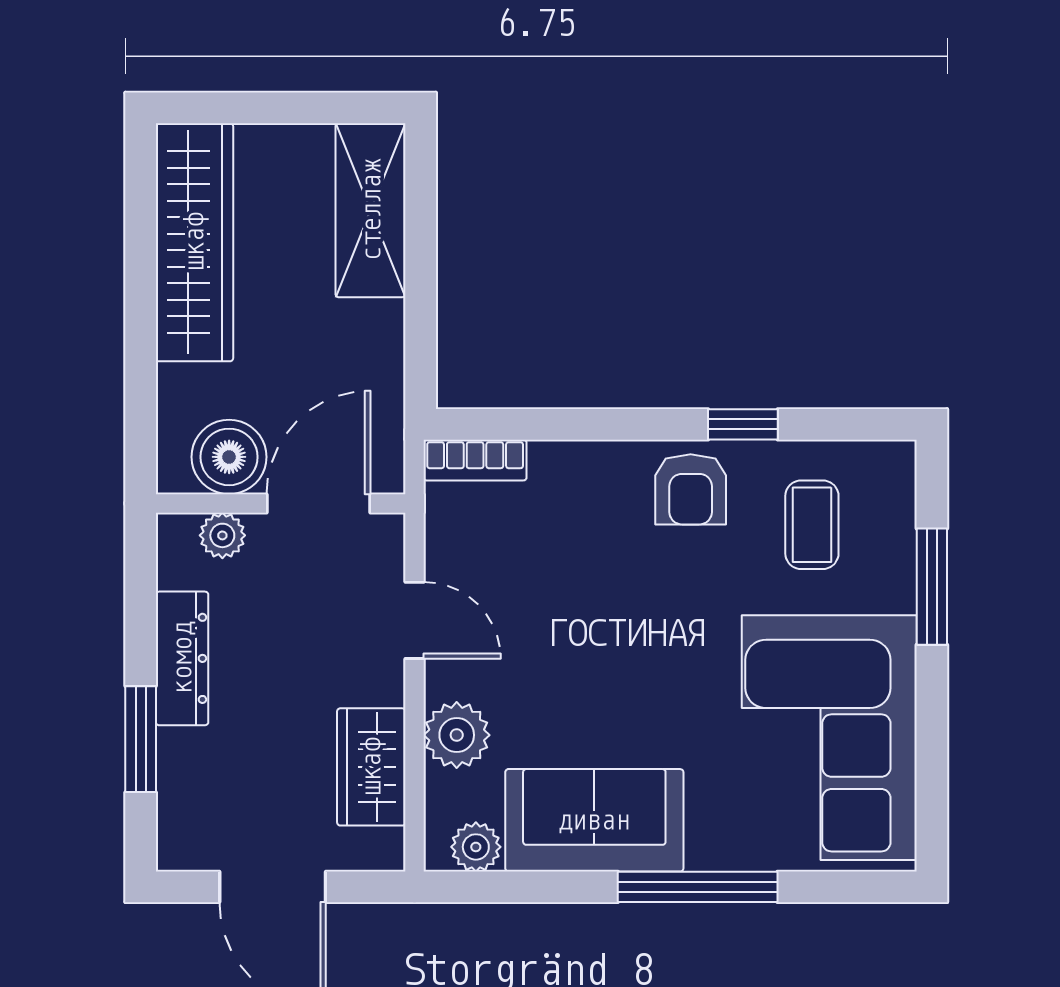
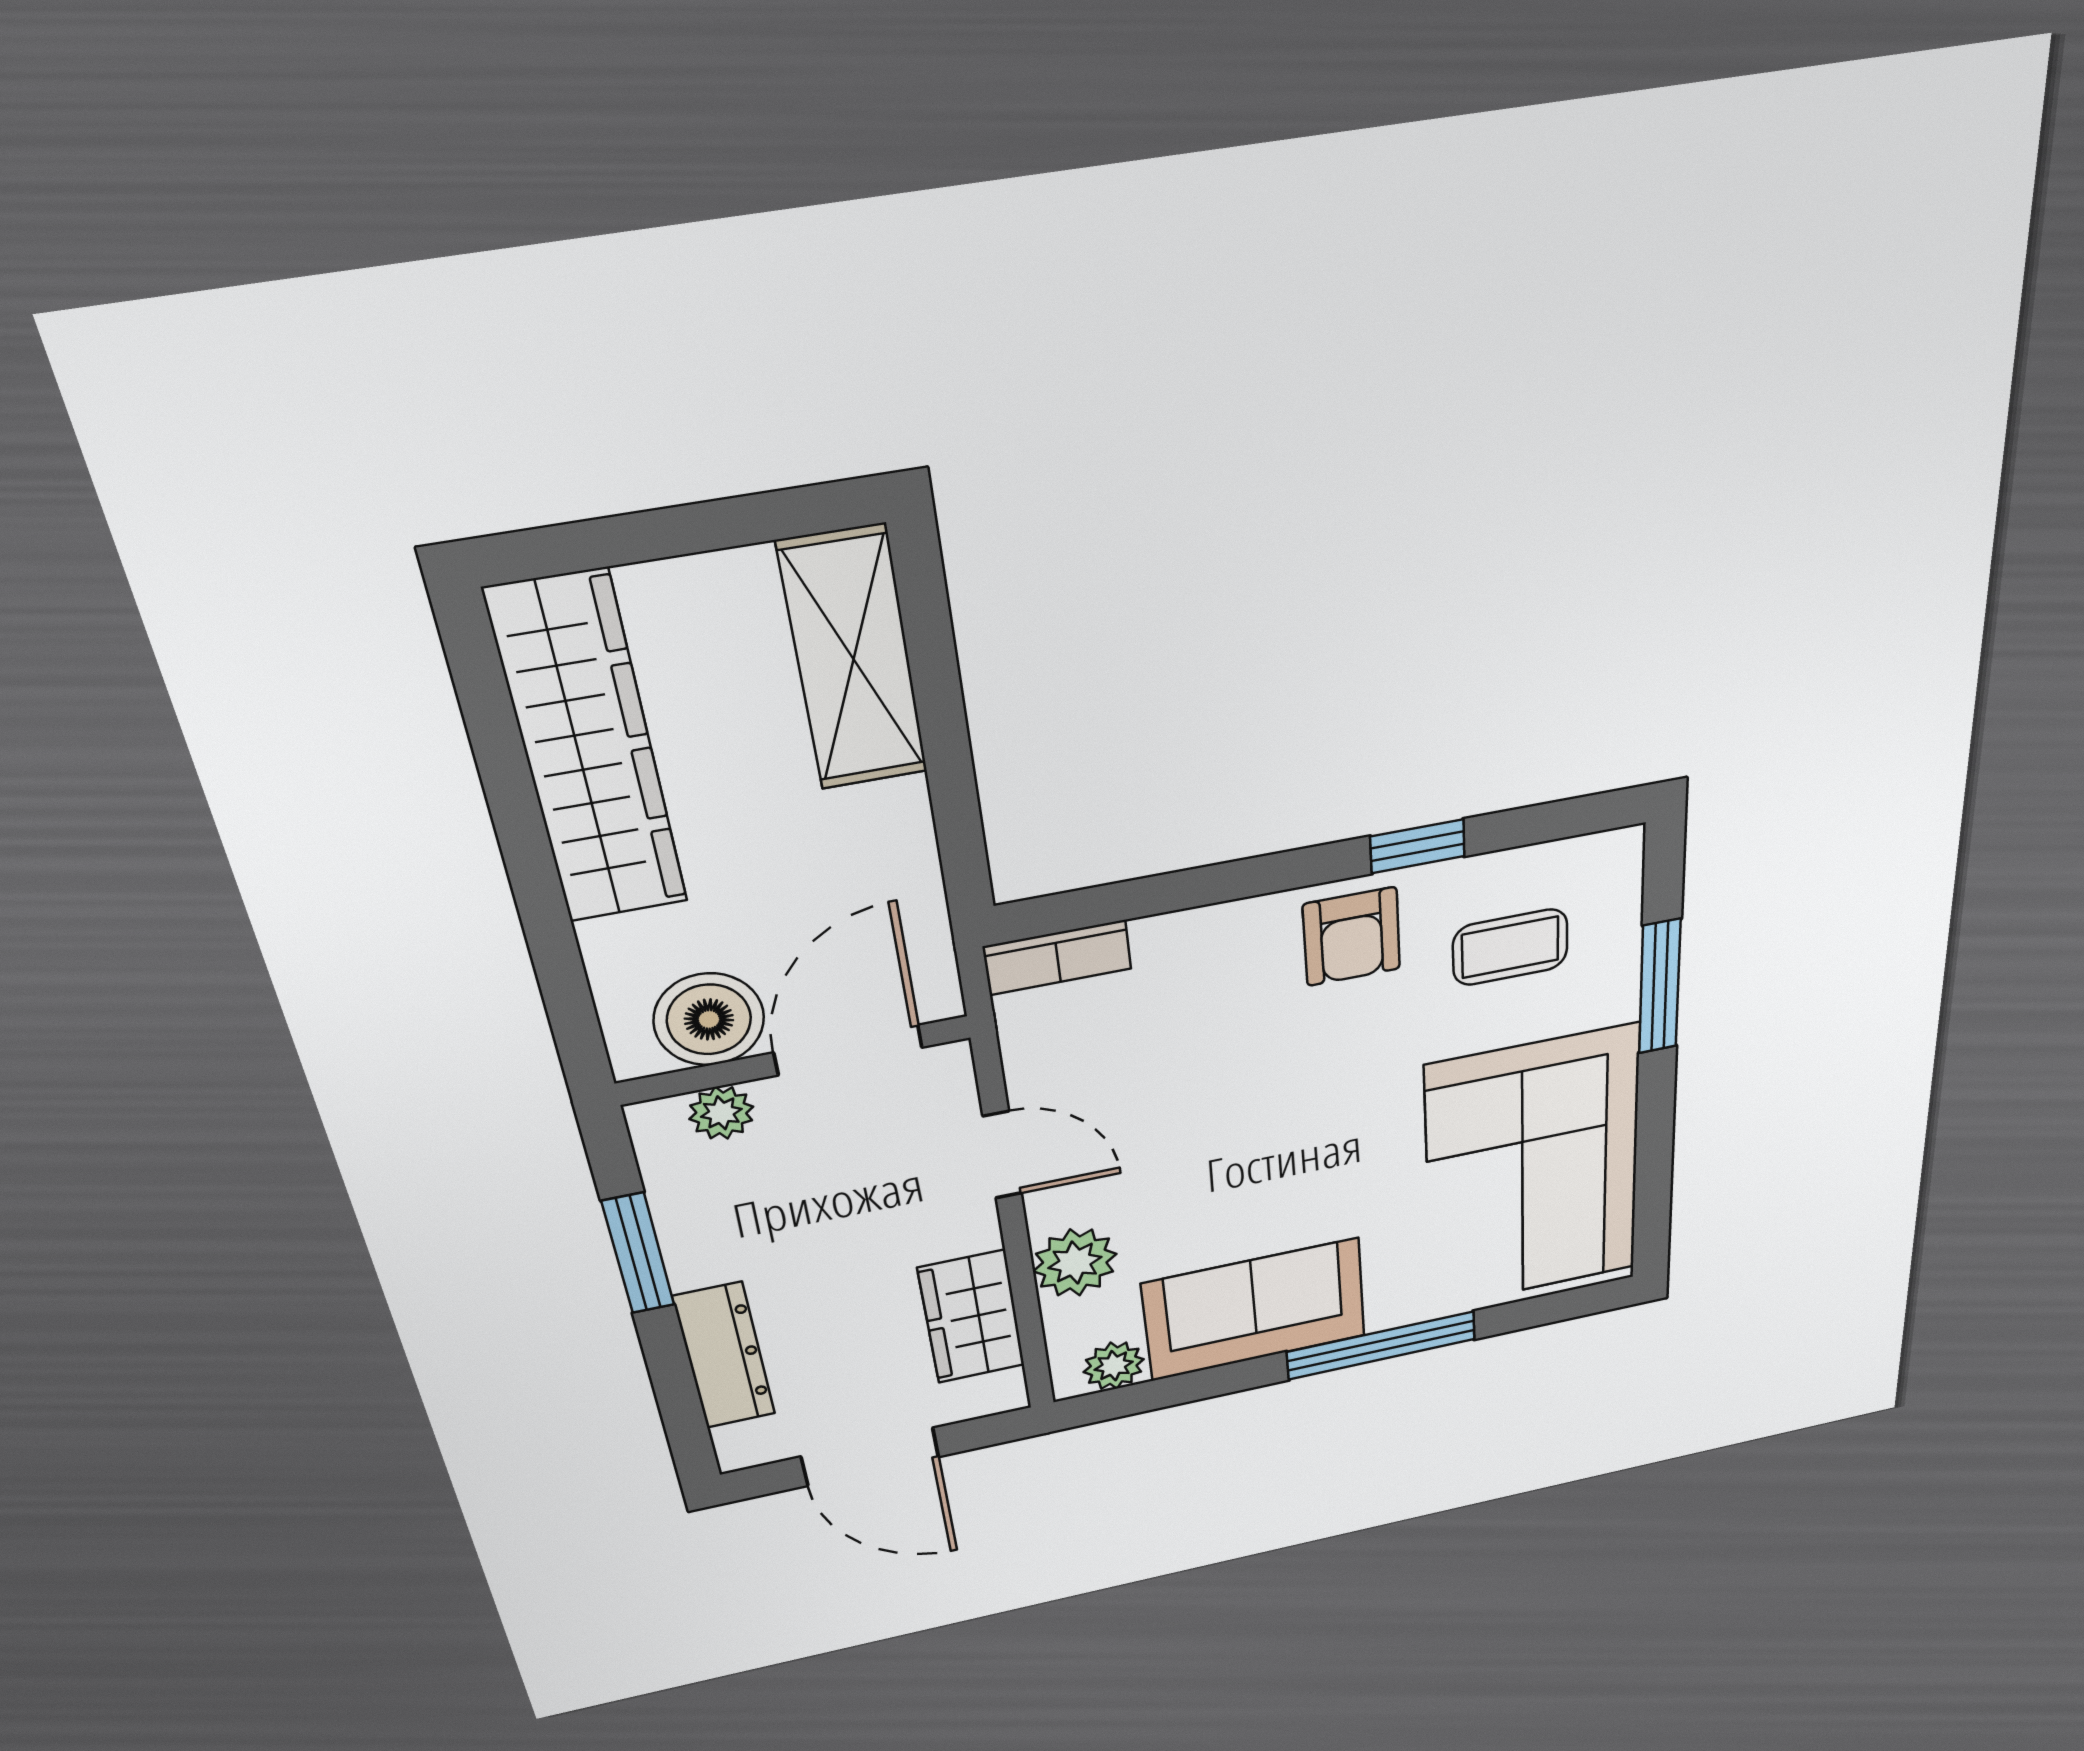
coffee table: (812, 525) -> (1510, 947), turned 90
dresser: (182, 658) -> (724, 1356), moved
window: (141, 739) -> (638, 1253), moved

